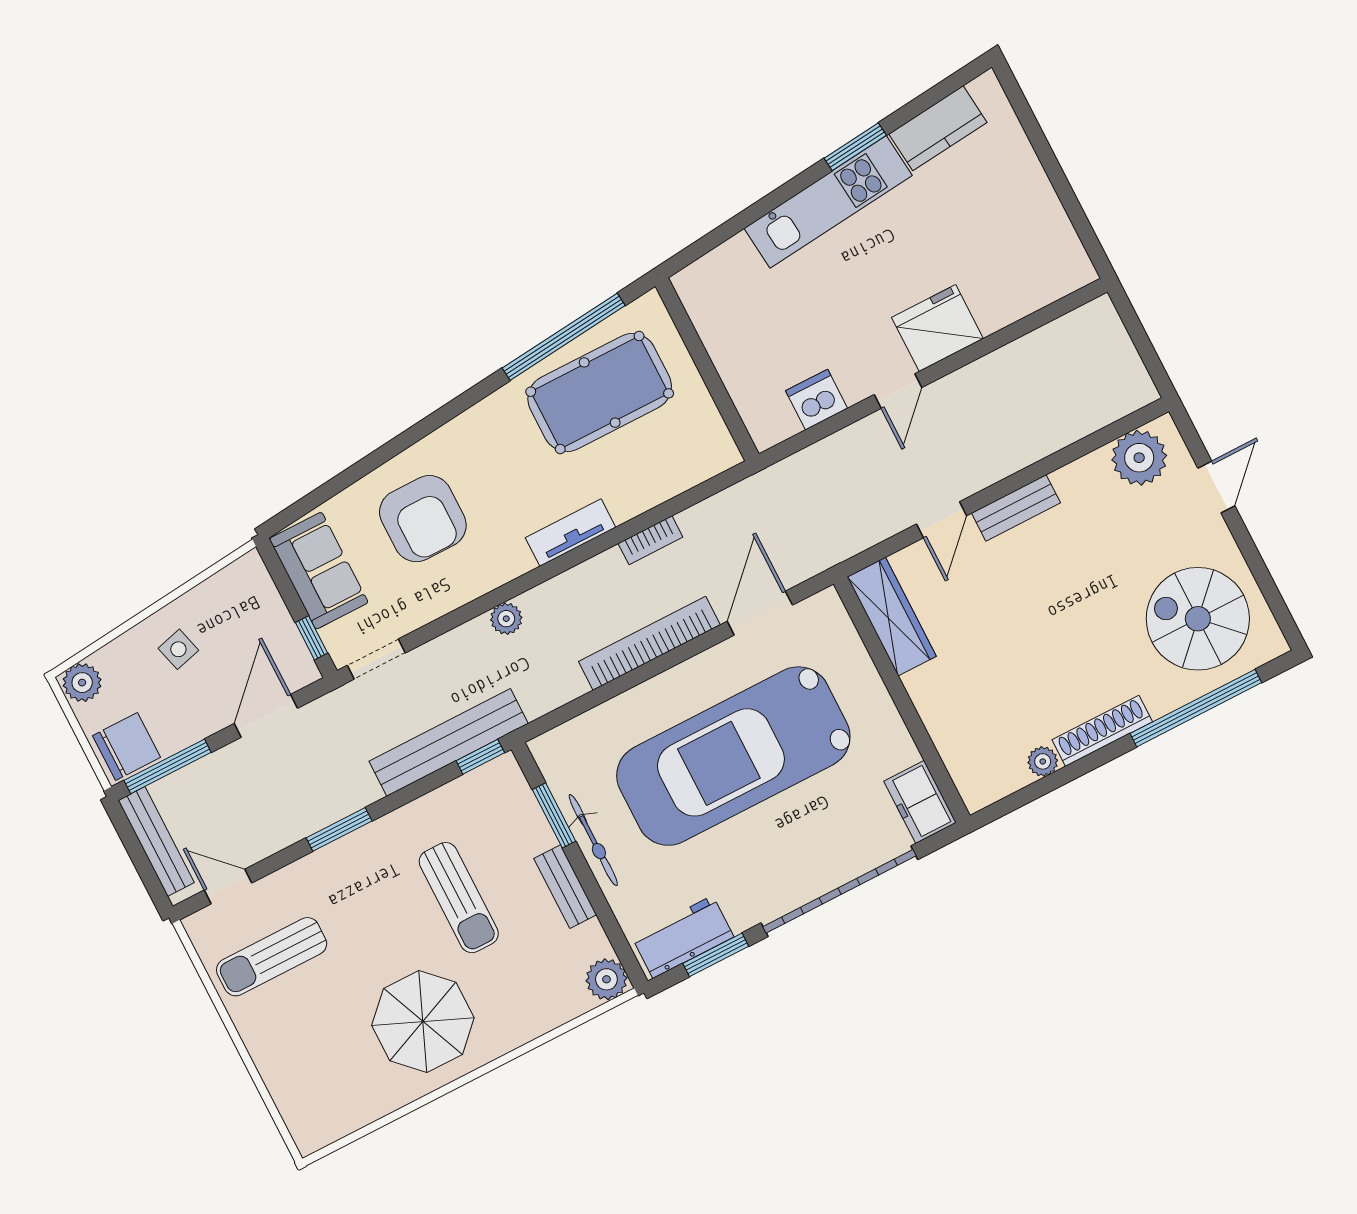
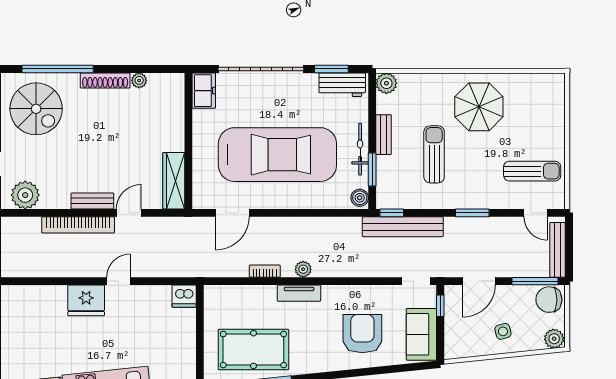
dishwasher: (817, 400) -> (184, 296), moved
plant: (506, 619) -> (303, 269), moved
bookcase: (649, 643) -> (78, 225), moved
boiler: (550, 754) -> (360, 198), added

